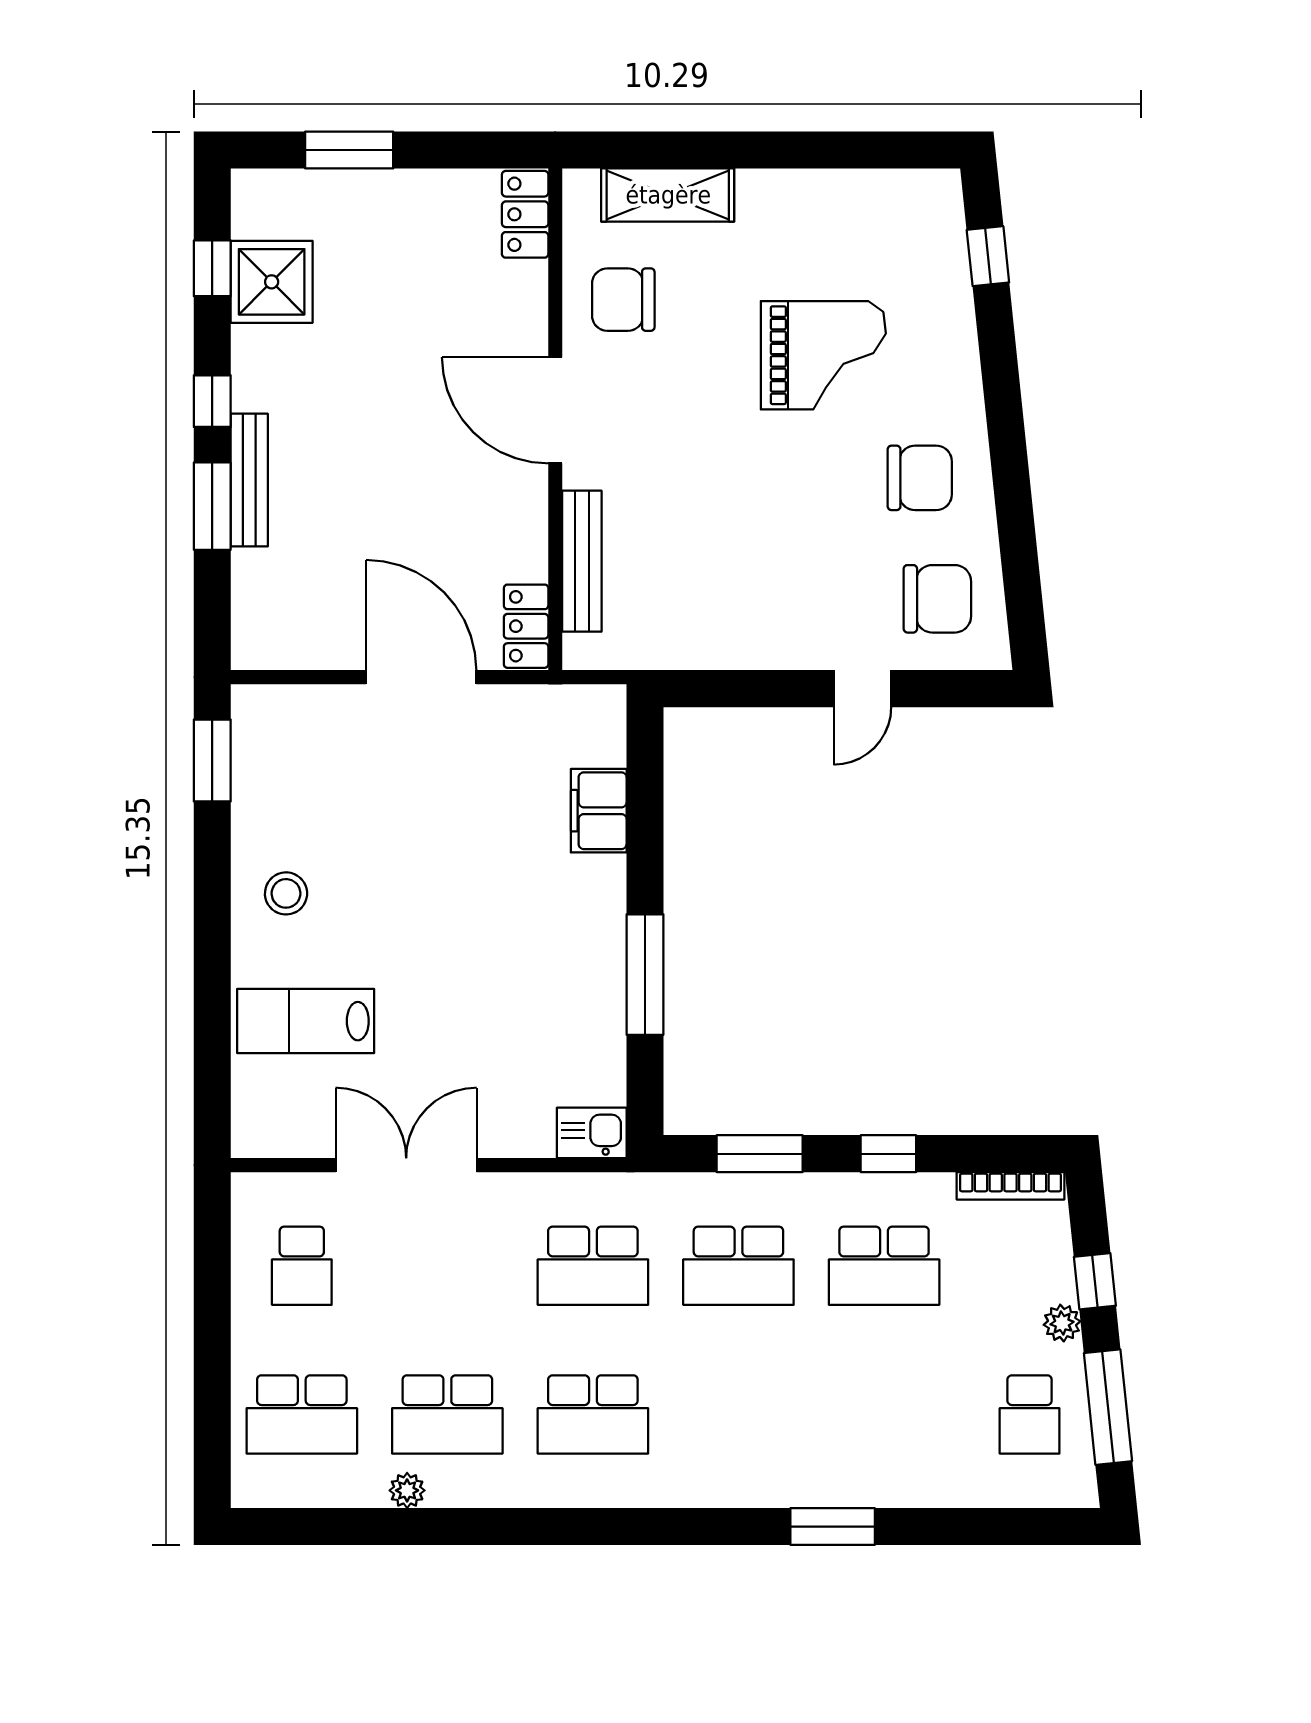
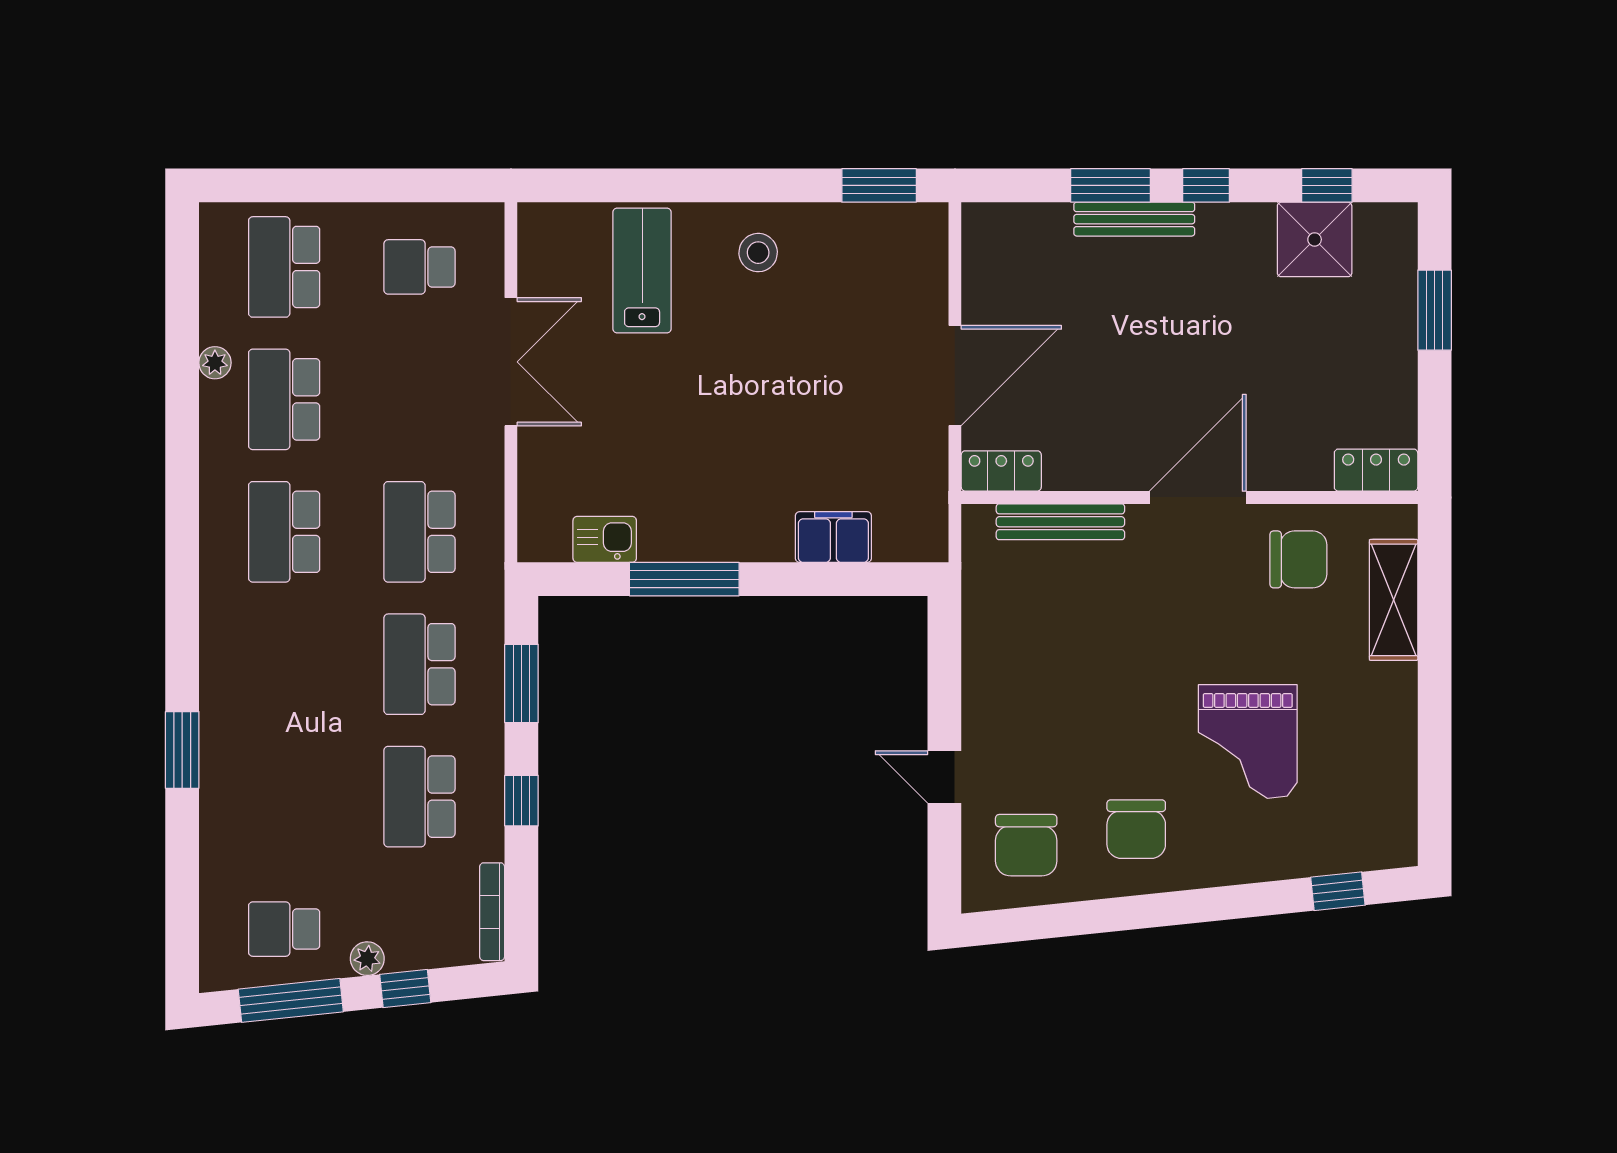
chair: (623, 300) -> (1298, 559), turned 90
kitchen sink: (592, 1133) -> (605, 539), moved, turned -90

